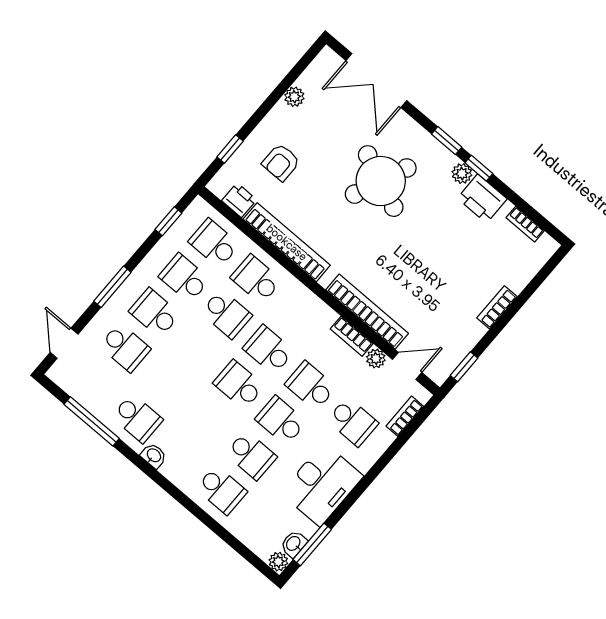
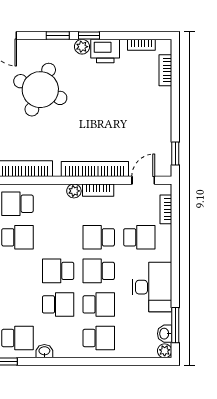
bookcase: (497, 307) -> (165, 70), moved
school desk: (268, 350) -> (58, 304), moved, turned 180
plant: (376, 359) -> (74, 191), moved

